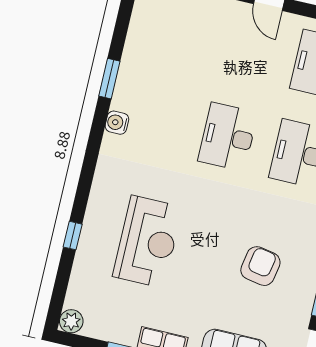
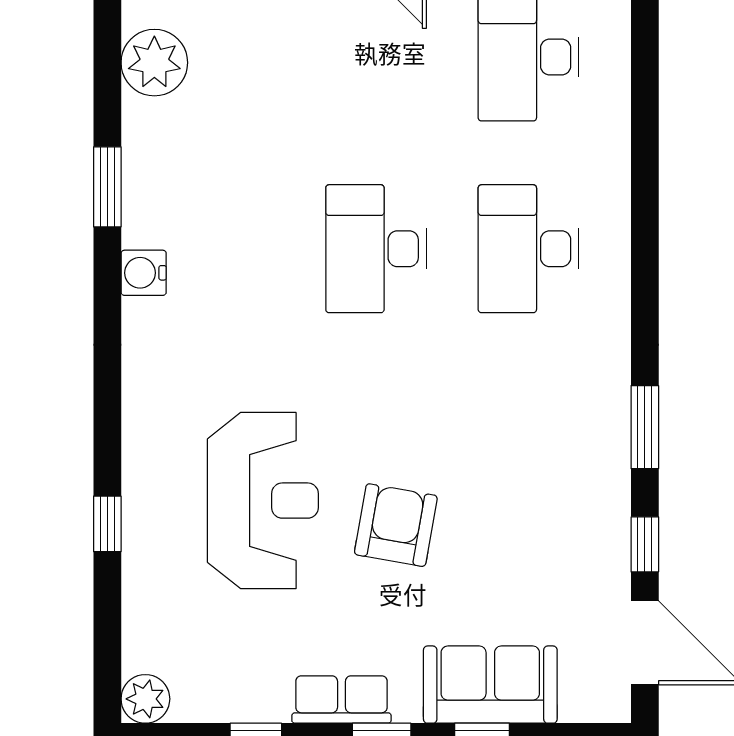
plant: (145, 26) -> (154, 63), added
armchair: (260, 266) -> (396, 525), moved

